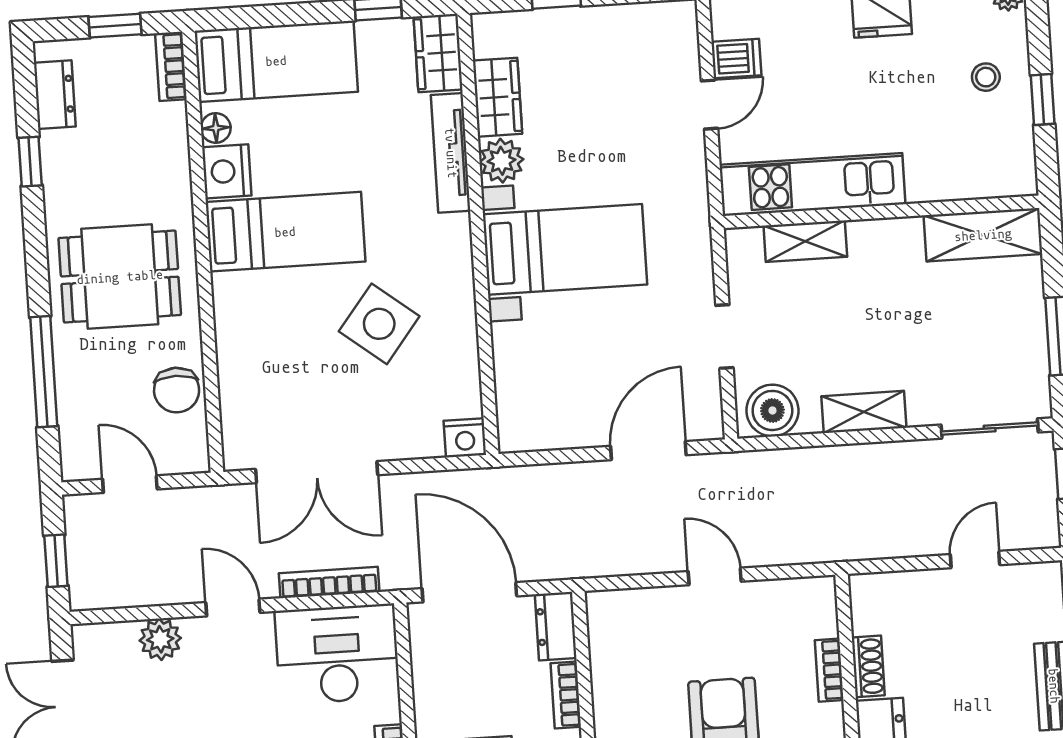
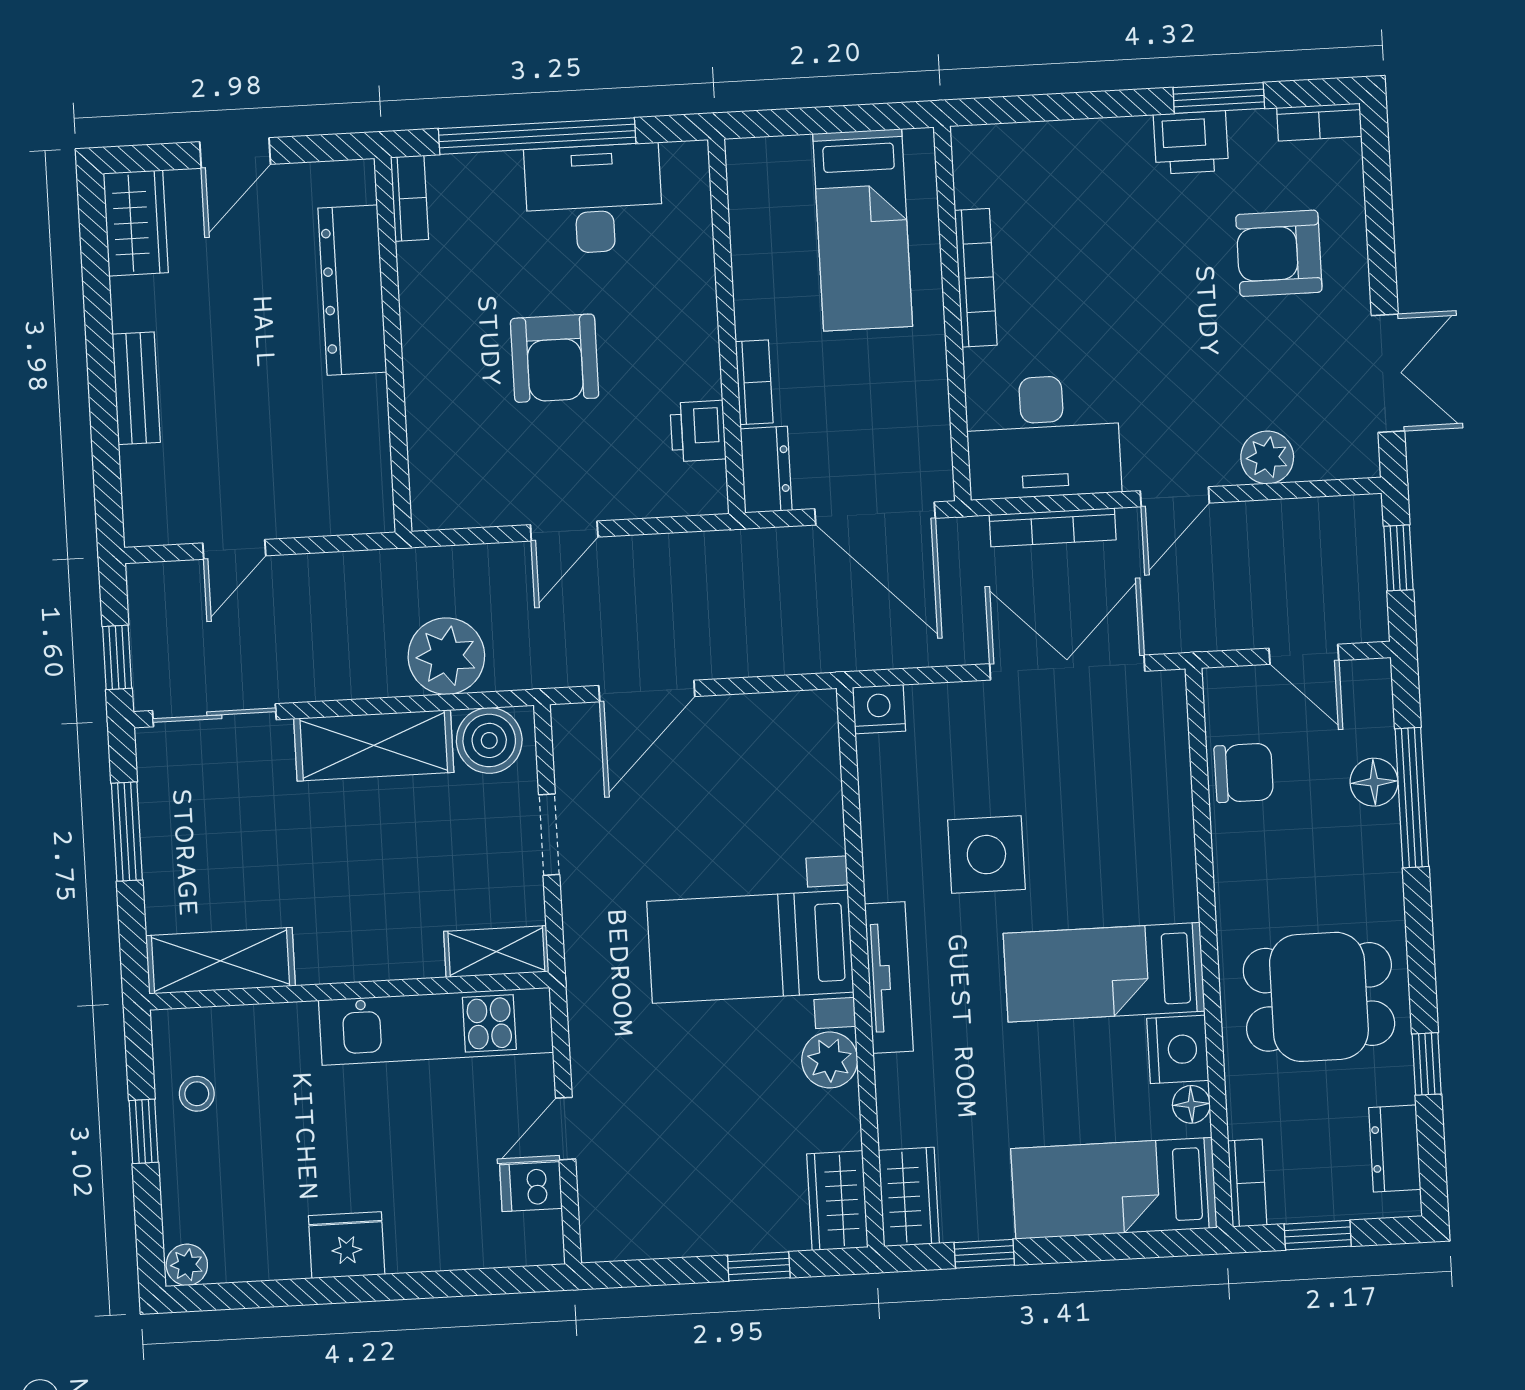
stool: (986, 77) -> (197, 1094), moved
wardrobe: (497, 97) -> (837, 1201), moved
tv unit: (451, 153) -> (889, 978), moved
shelving: (805, 241) -> (496, 952), moved
dining table: (120, 277) -> (1319, 997), moved
side table: (379, 324) -> (986, 855), turned -38
floor lamp: (74, 384) -> (1374, 782), added
chair: (177, 390) -> (1244, 773), turned 90
shelving: (864, 412) -> (374, 745), width x1.50, depth x1.33
plant: (807, 477) -> (446, 656), added
door: (715, 576) -> (564, 531), hinge flipped
door: (233, 608) -> (1175, 497), hinge flipped
printer: (610, 656) -> (698, 431), added
shoe rack: (868, 666) -> (371, 415), removed
bookcase: (829, 670) -> (420, 411), removed

